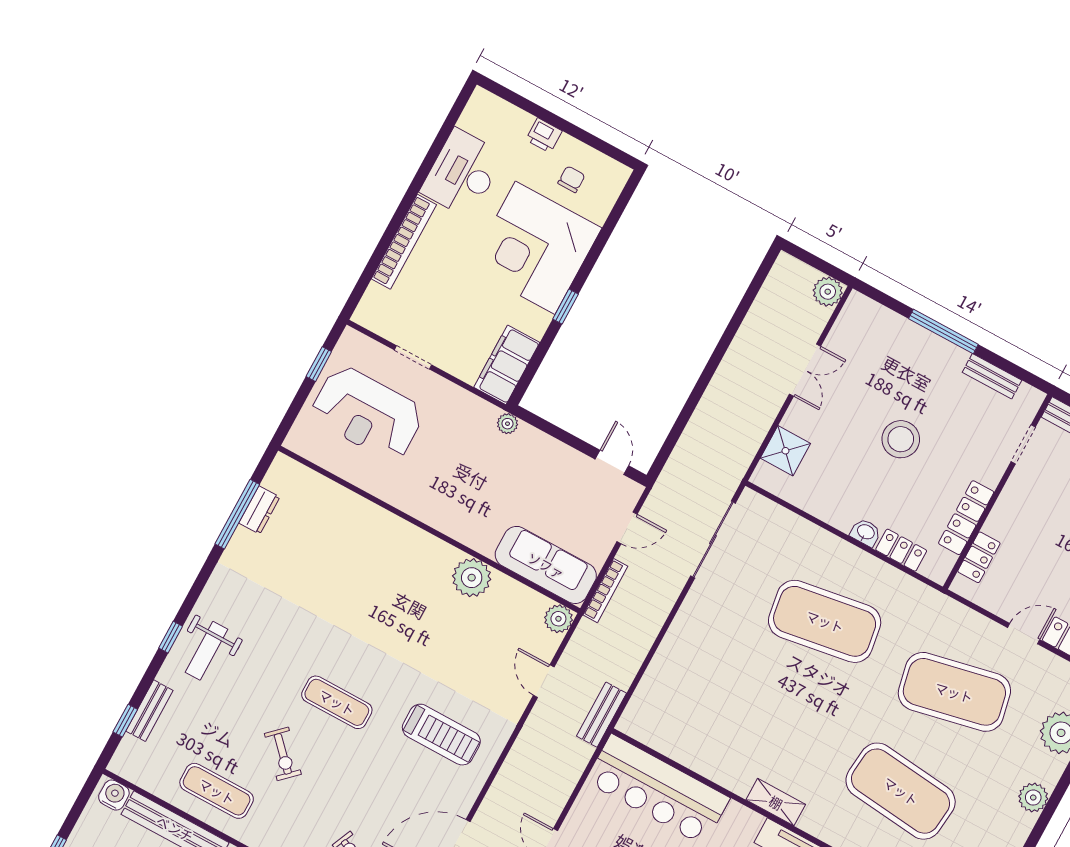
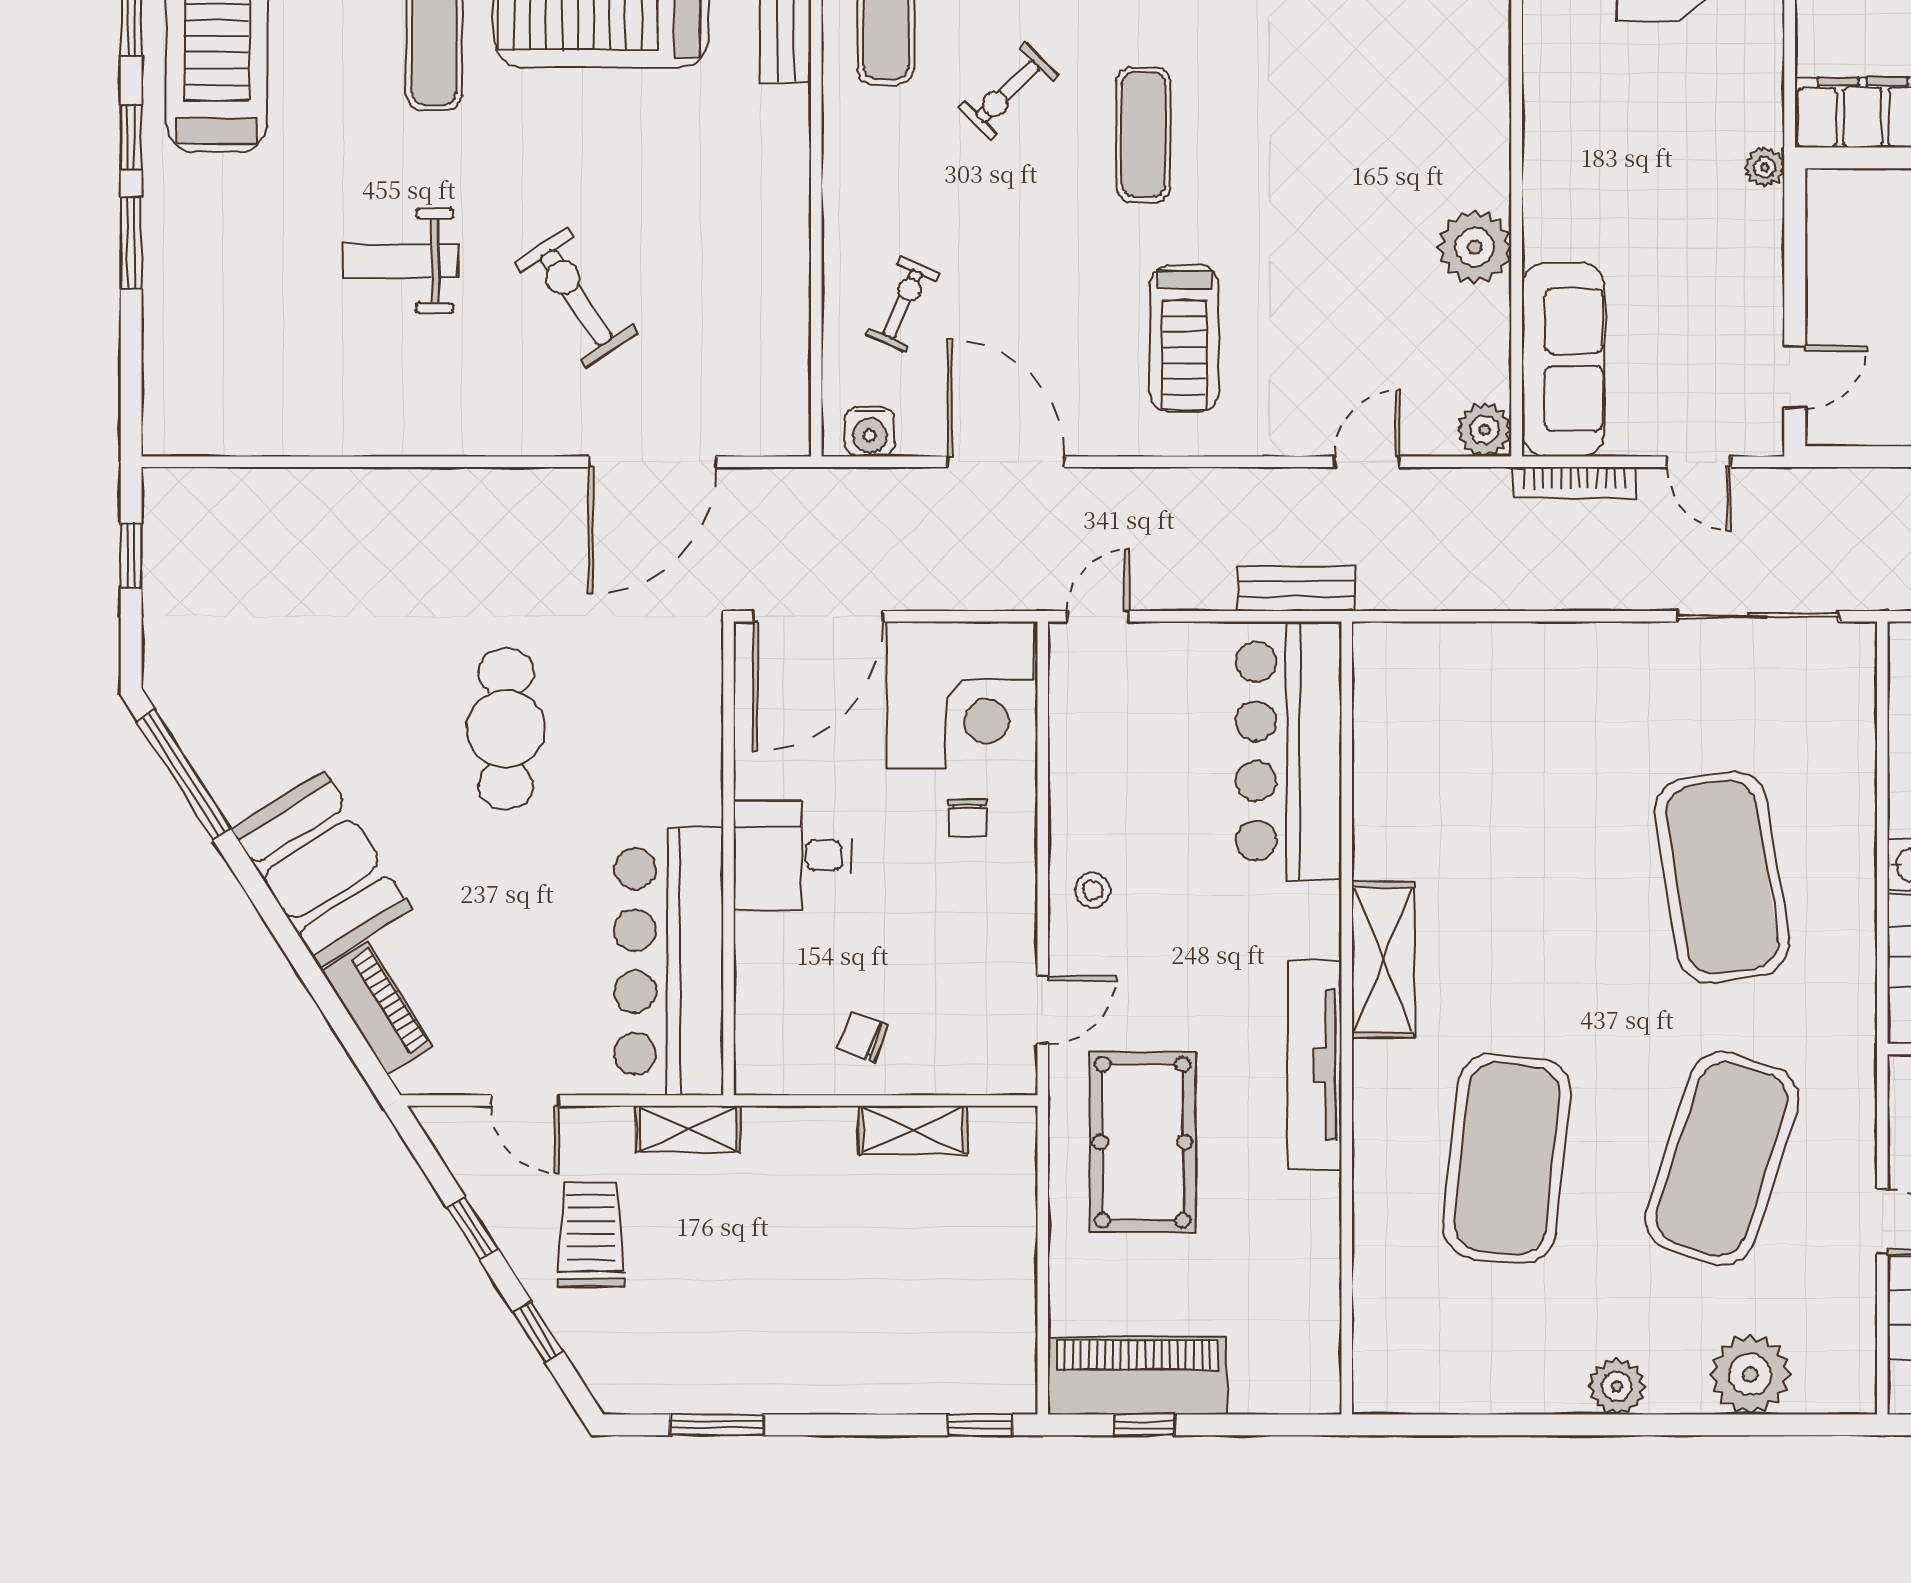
exercise mat: (954, 692) -> (1722, 1159), turned 30
bench: (601, 715) -> (1296, 589), moved
shelving: (776, 802) -> (1383, 960), width x1.50, depth x1.33

